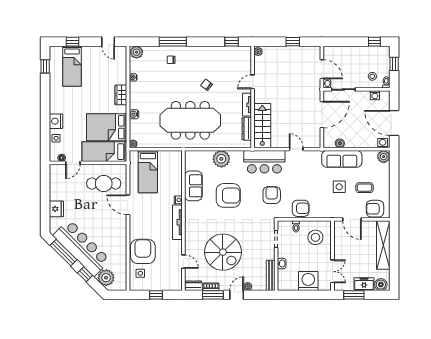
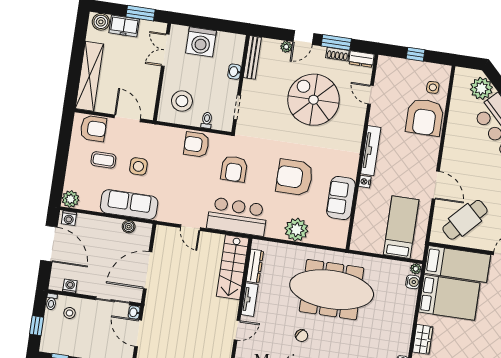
water cooler: (134, 114) -> (413, 282), moved
cafe table: (104, 184) -> (465, 220), turned -47

